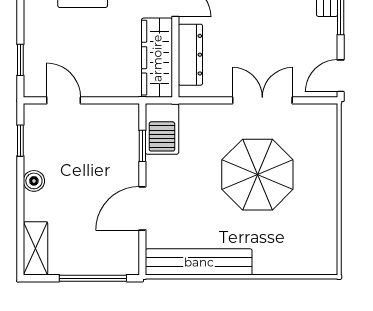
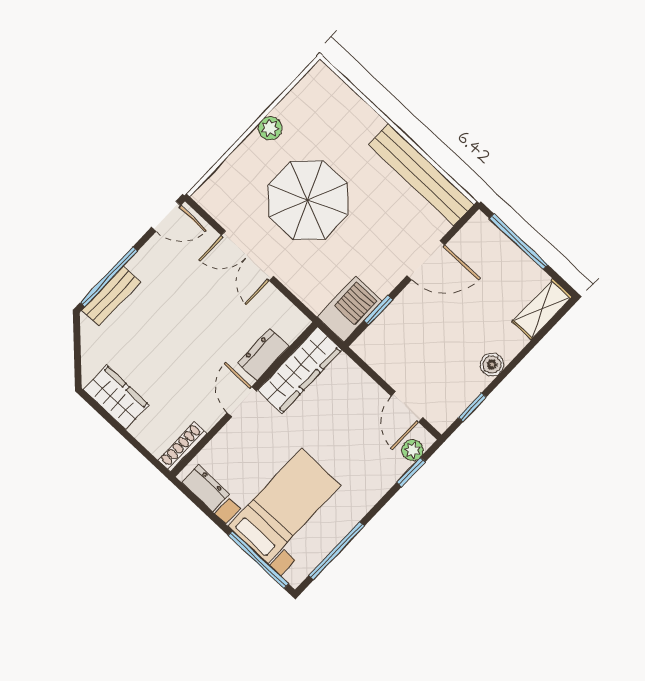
dresser: (190, 55) -> (263, 355), width x0.70
plant: (33, 75) -> (413, 450), added
plant: (327, 198) -> (270, 128), added

